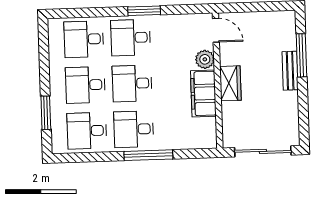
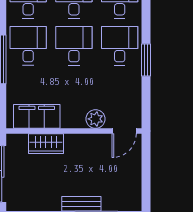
wardrobe: (230, 83) -> (46, 144), moved
filing cabinet: (203, 93) -> (37, 116), moved

